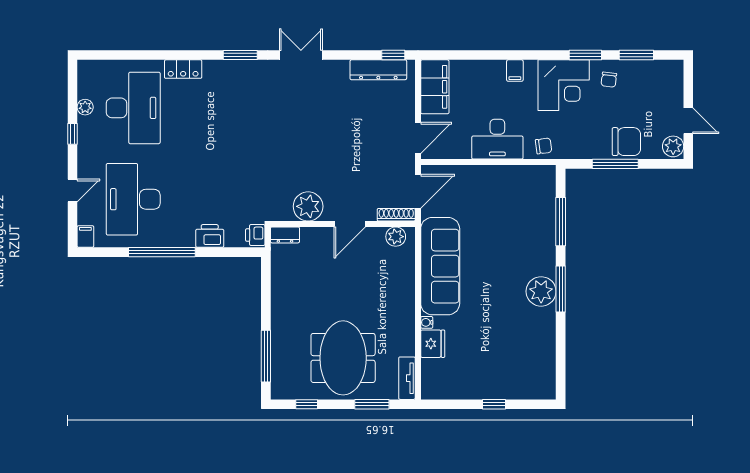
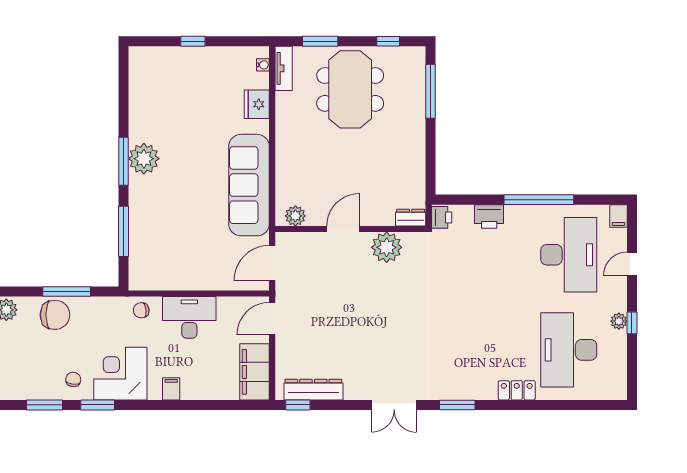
plant: (85, 107) -> (619, 321), moved
chair: (626, 142) -> (55, 315), turned 180
shoe rack: (396, 215) -> (295, 239), removed
water cooler: (427, 322) -> (263, 65), moved

